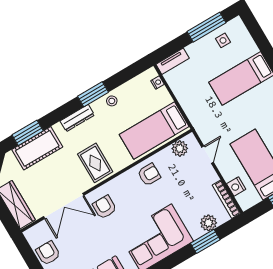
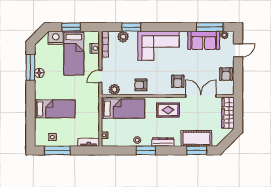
rug: (95, 163) -> (168, 110), turned 90

